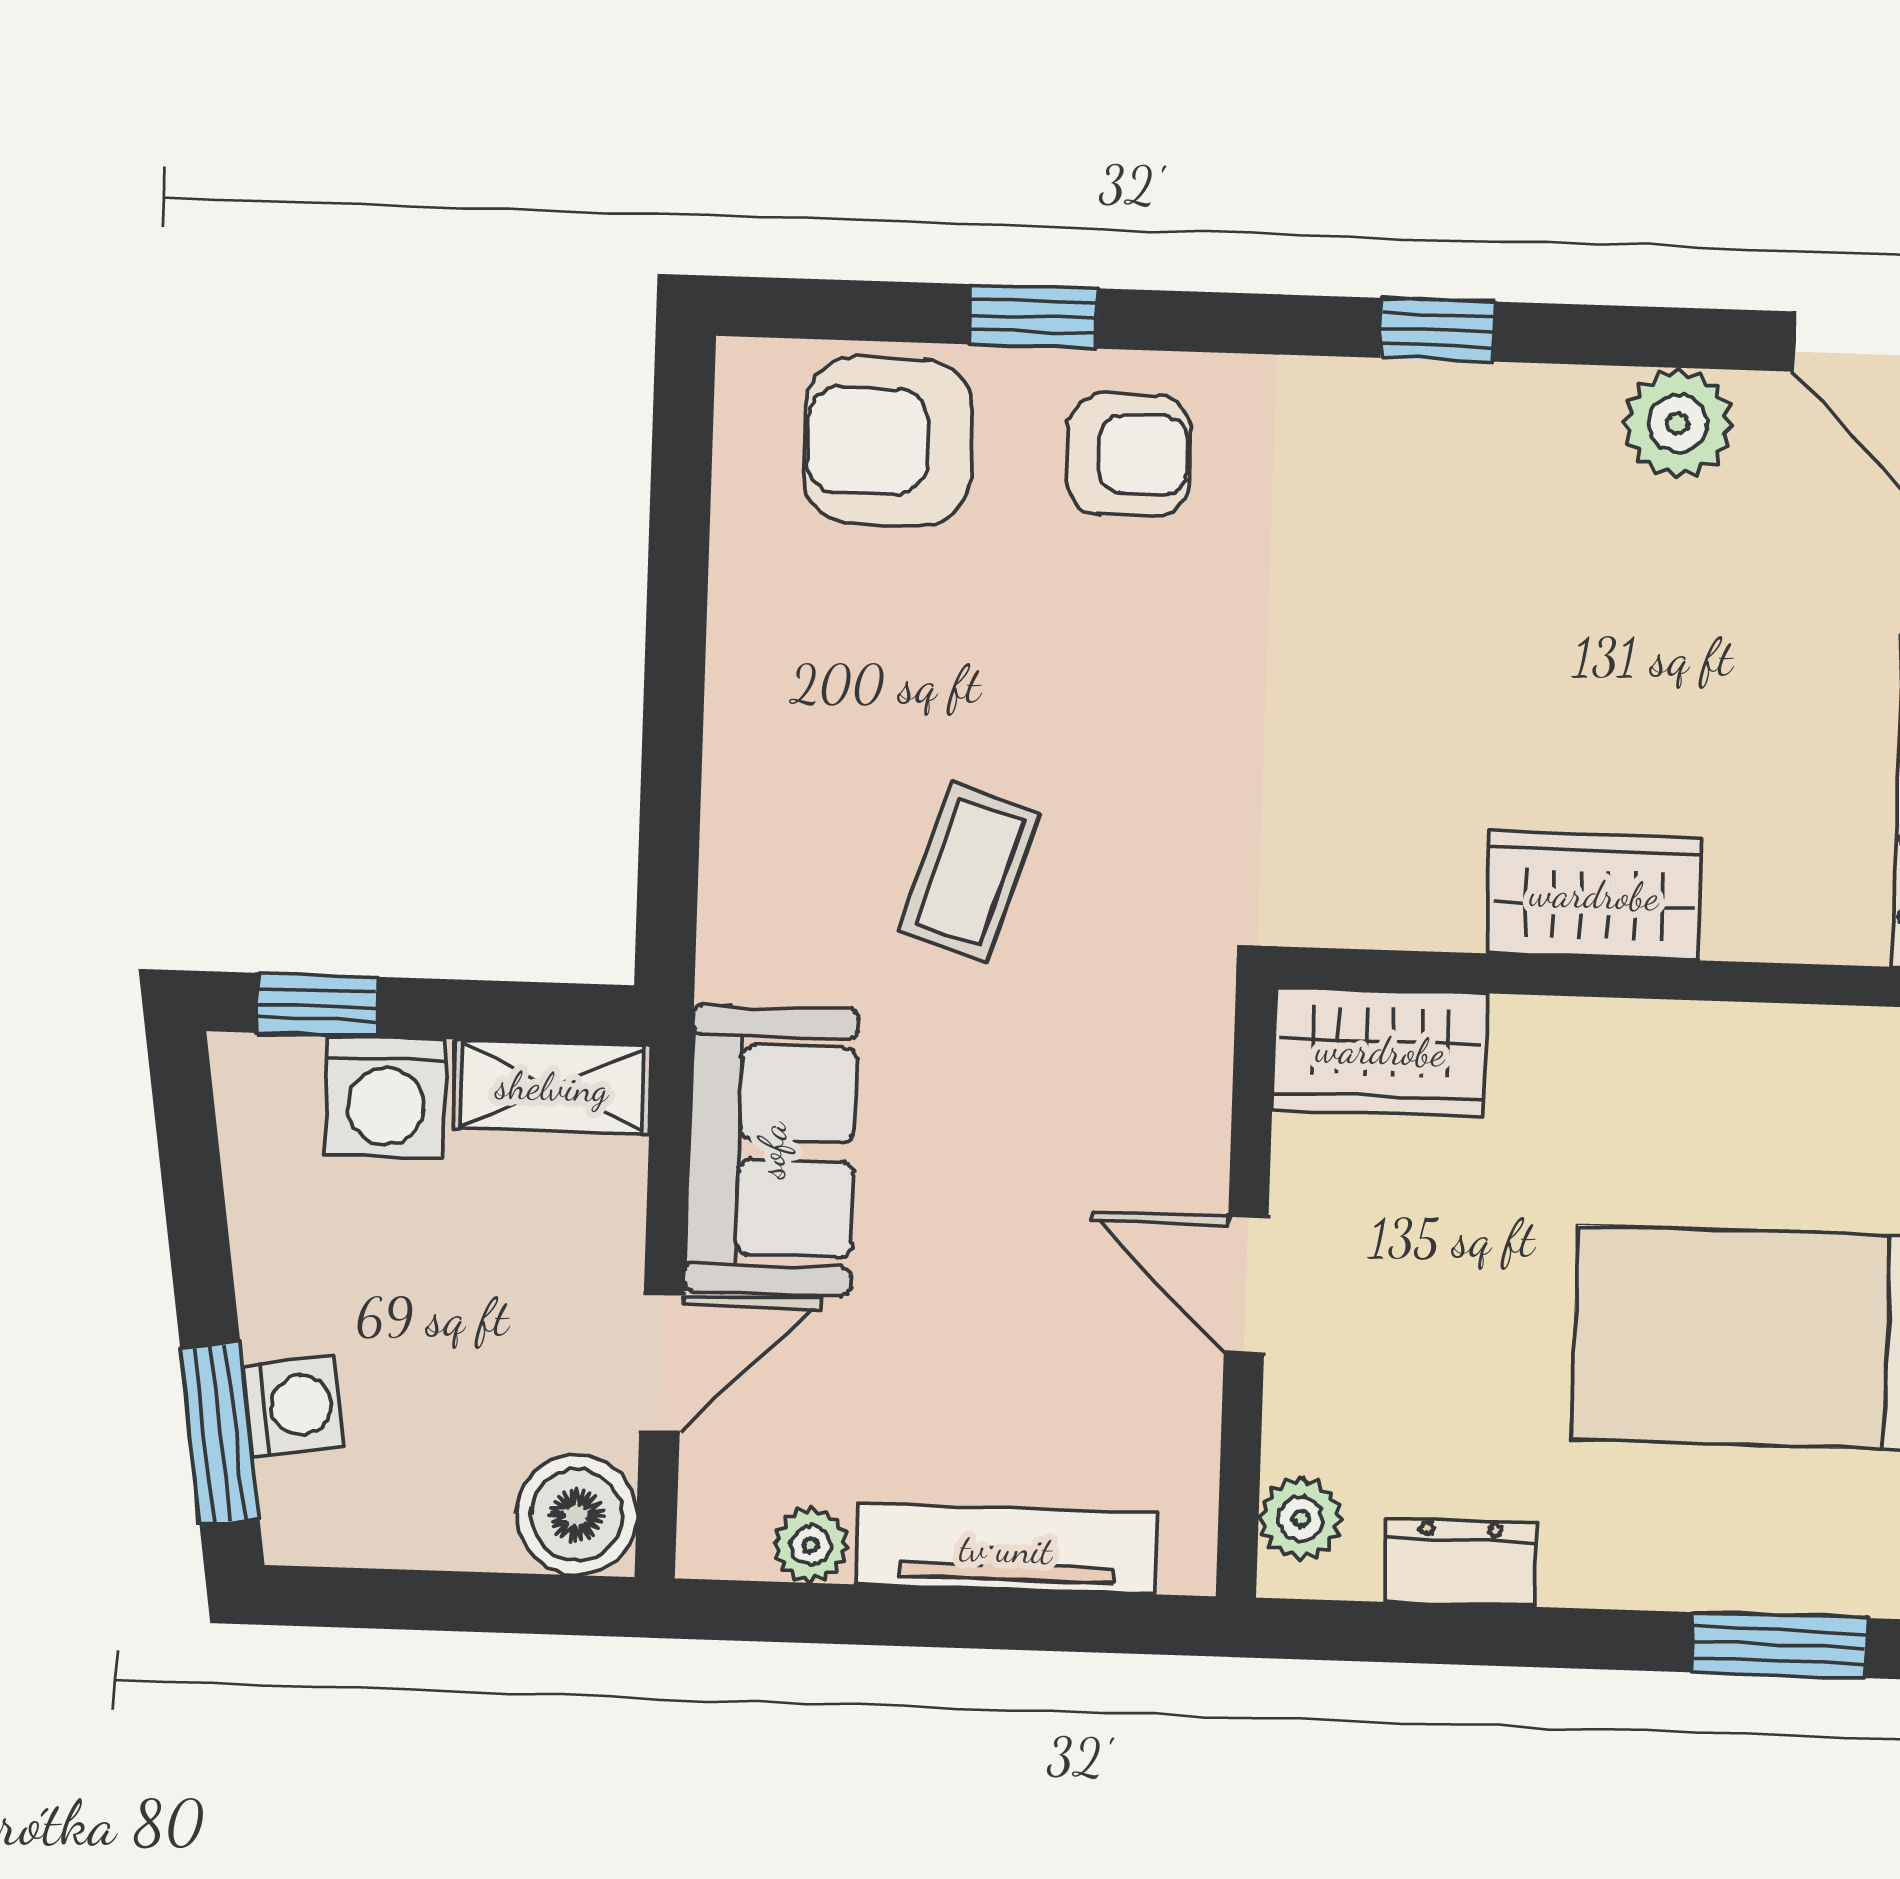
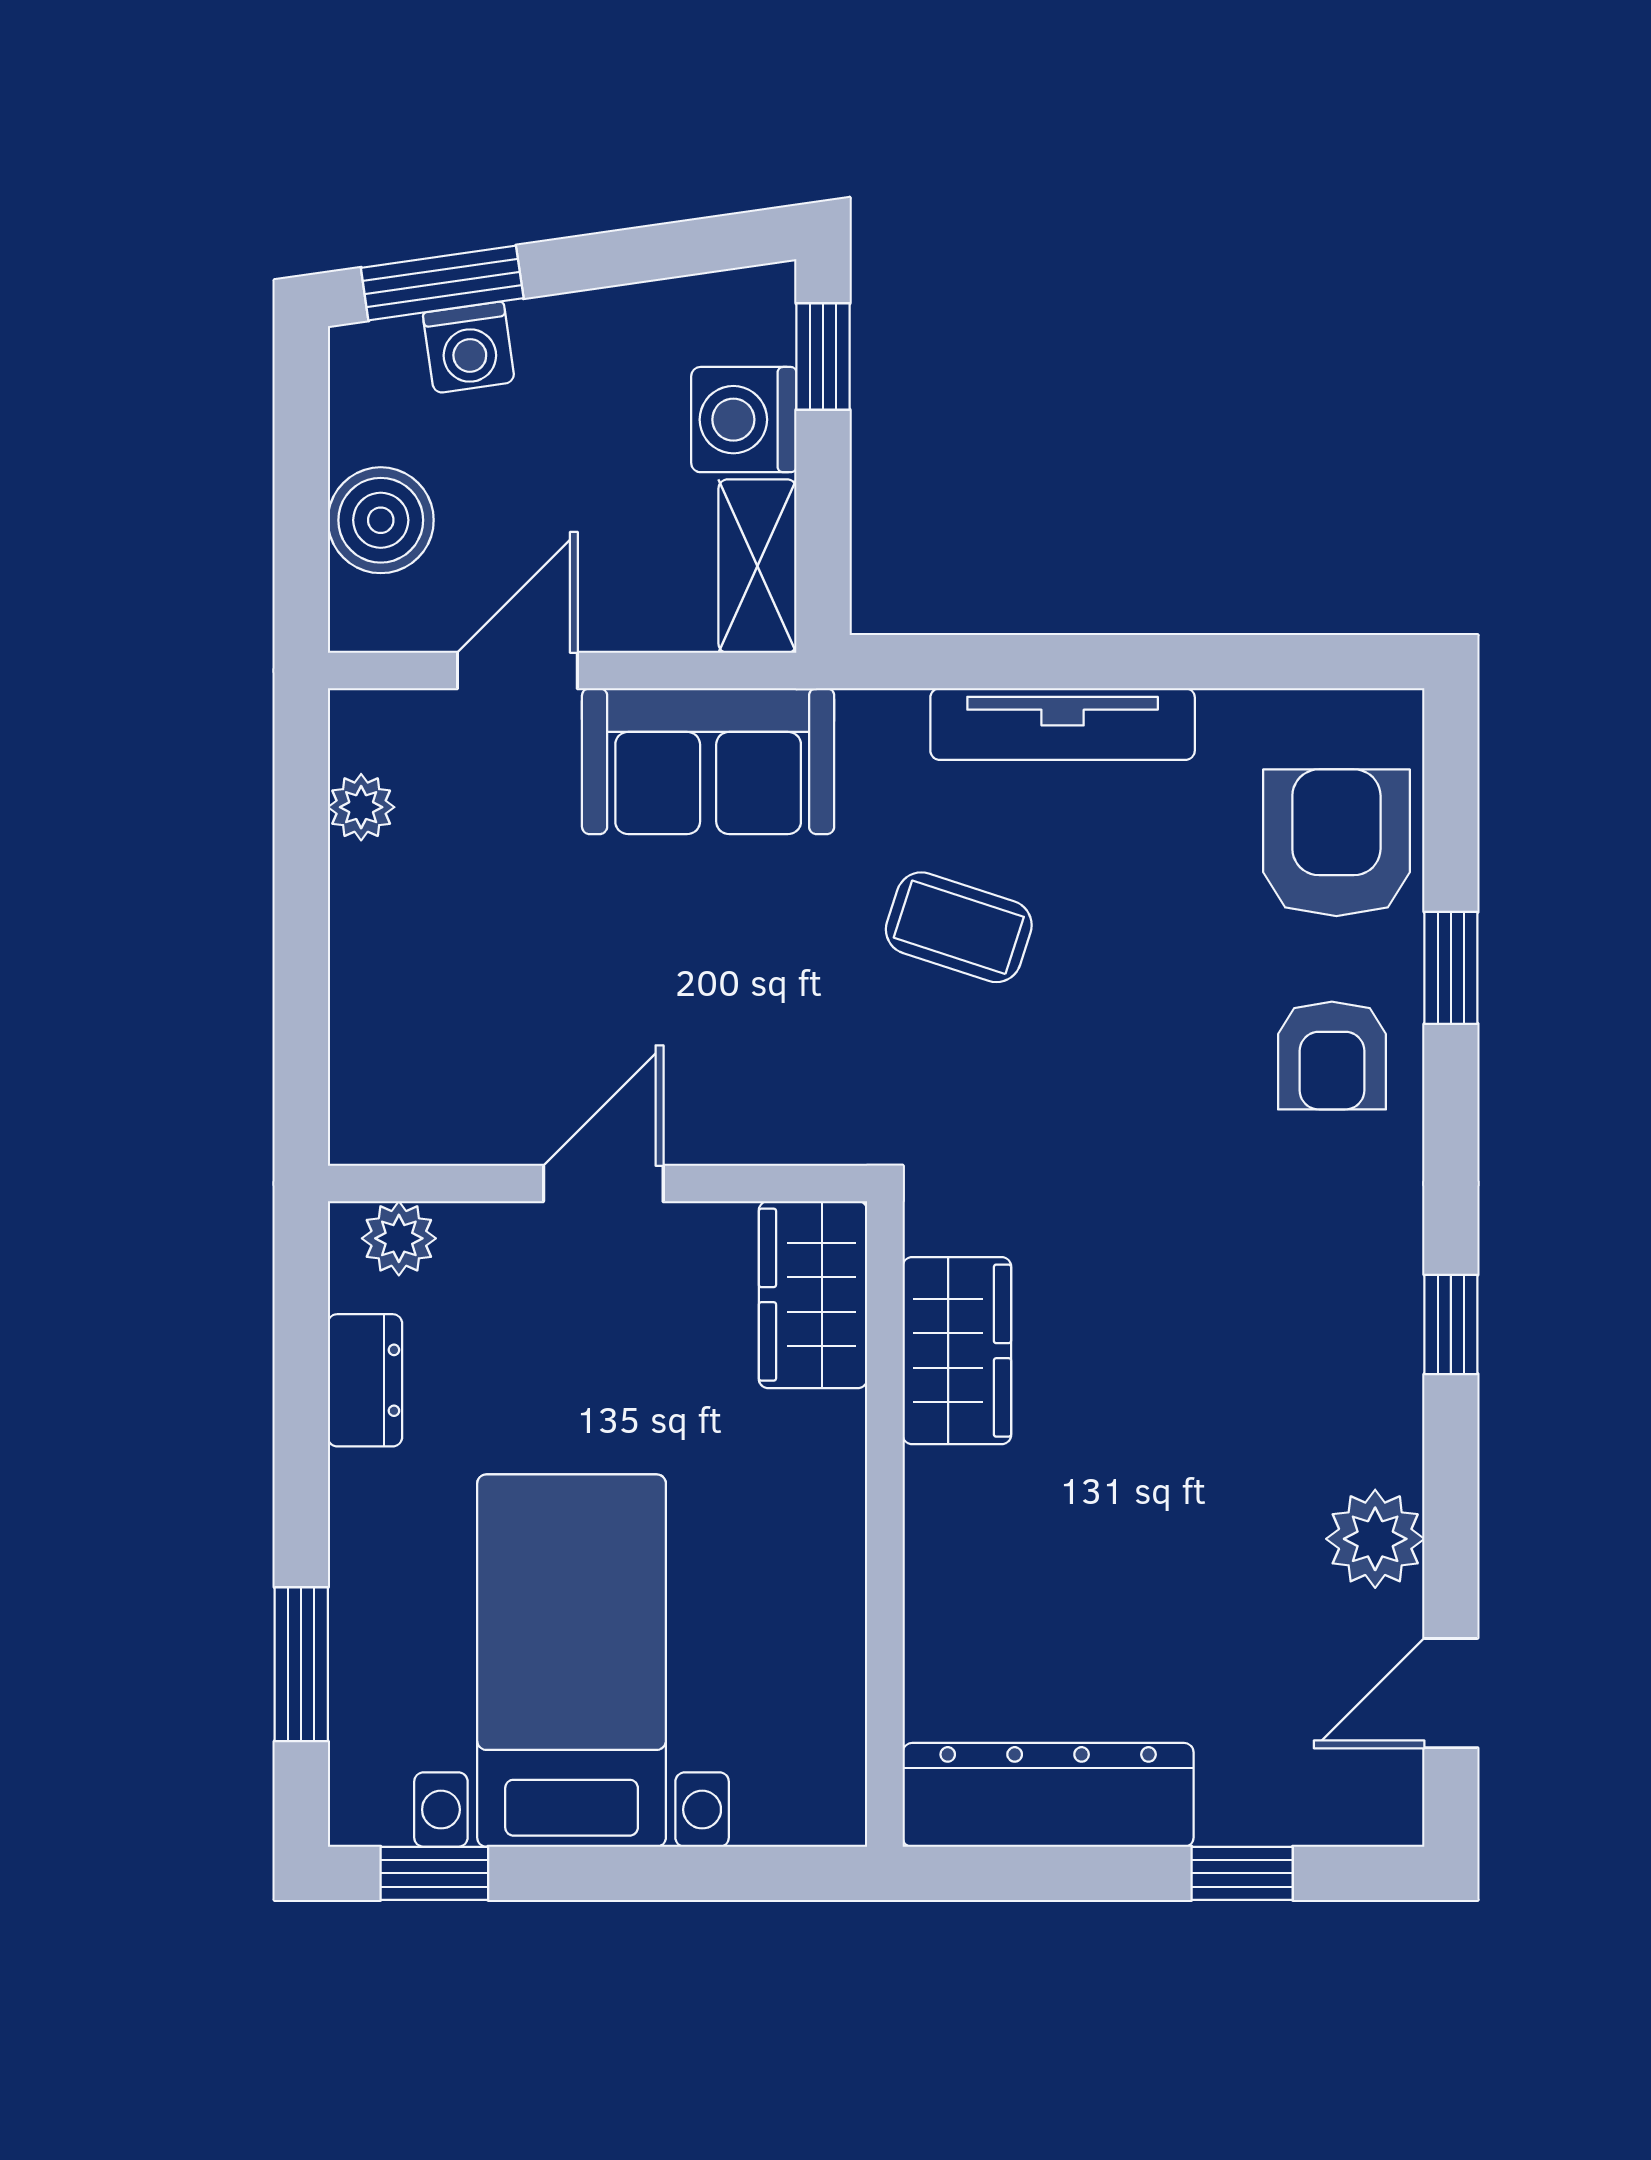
wardrobe: (1594, 895) -> (957, 1351), moved
door: (662, 1363) -> (517, 671), swing flipped
boiler: (577, 1515) -> (381, 520), moved
tv unit: (1006, 1549) -> (1063, 724), moved, turned 90

